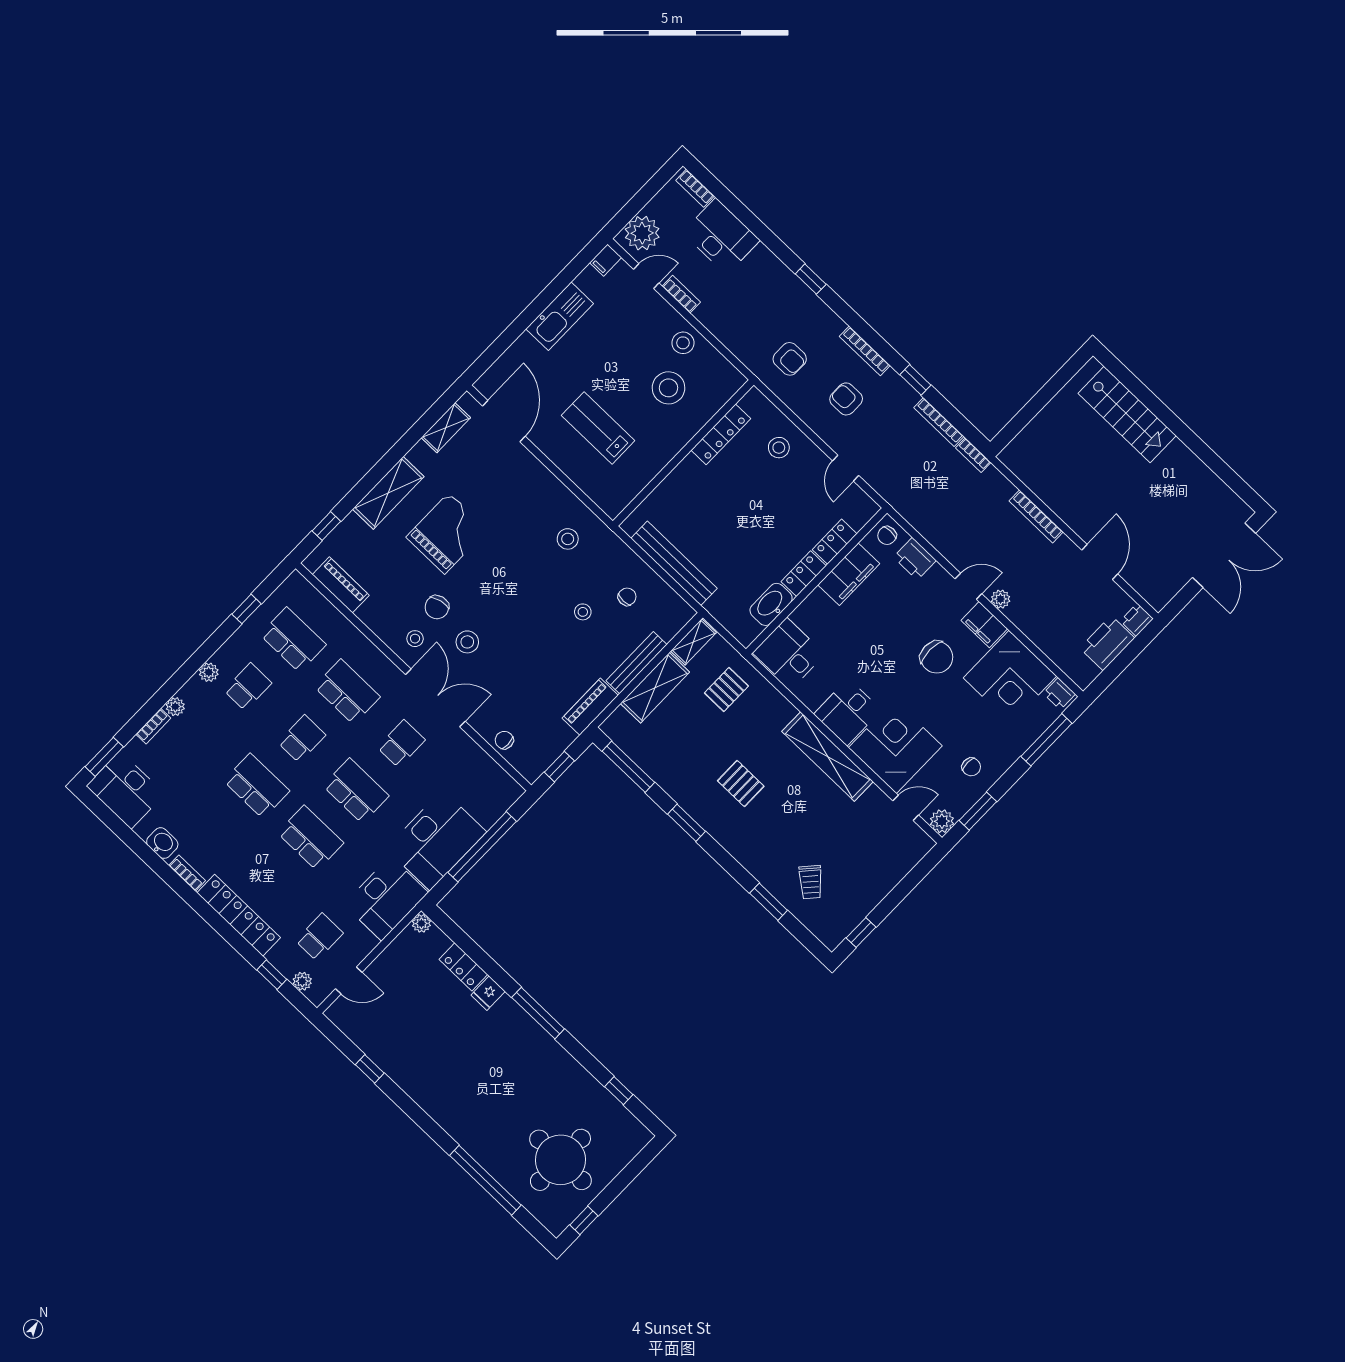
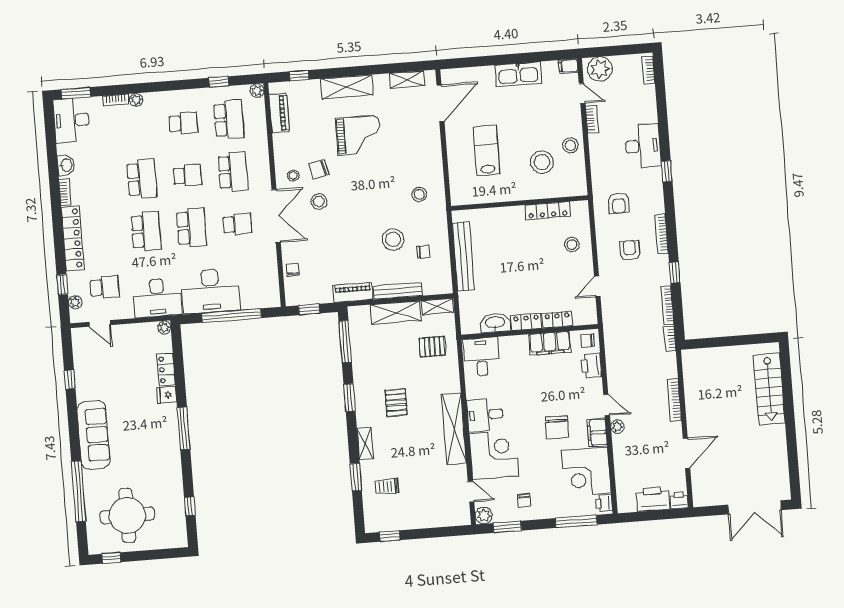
desk: (721, 236) -> (643, 146), moved
stool: (583, 612) -> (393, 239), width x1.89, depth x1.89
plant: (209, 672) -> (257, 91), moved
shelving: (747, 857) -> (365, 444), added
trolley: (811, 882) -> (387, 486), turned 48
sofa: (448, 1106) -> (93, 435), added

